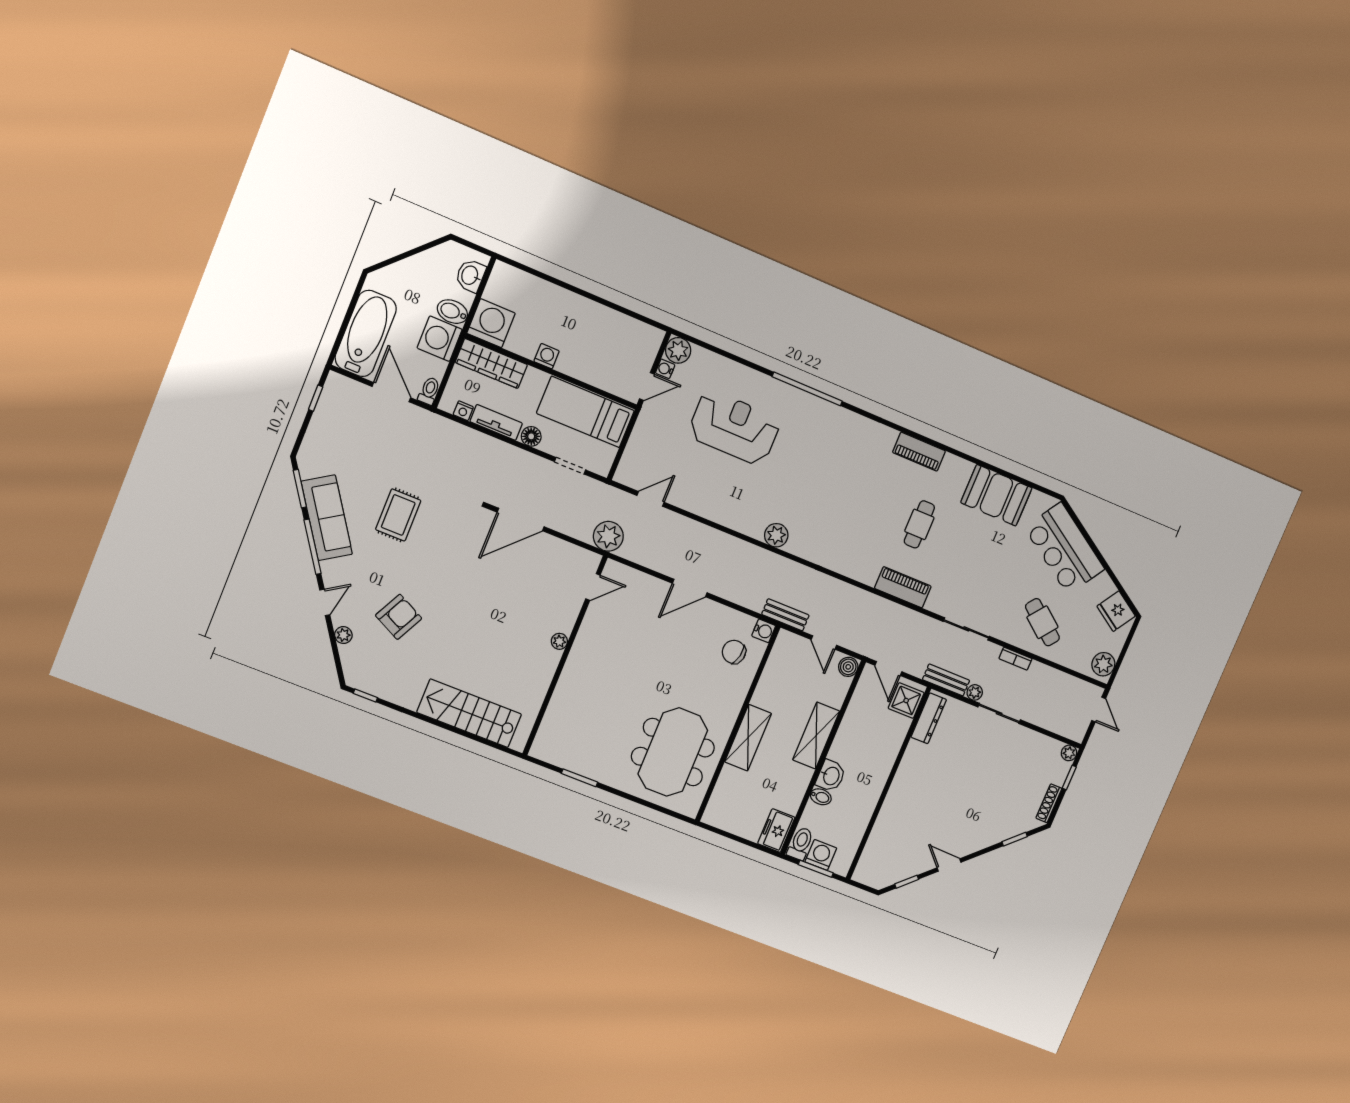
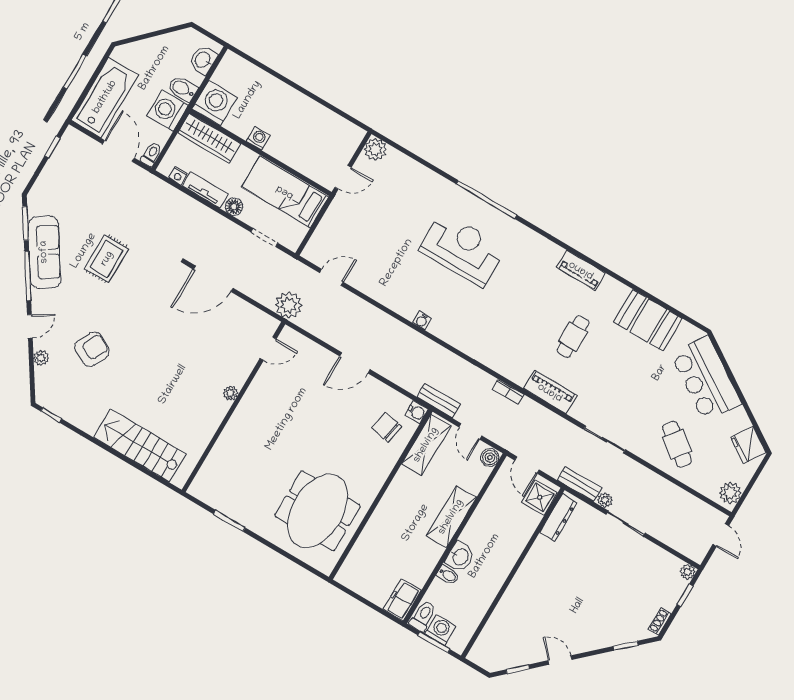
water cooler: (665, 369) -> (422, 320), moved, turned -90
reception desk: (734, 428) -> (462, 249), moved
plant: (776, 535) -> (440, 327), removed
bookcase: (1015, 659) -> (508, 392), moved
shelving: (748, 738) -> (426, 445), moved
shoe rack: (1049, 803) -> (660, 621), width x0.70

